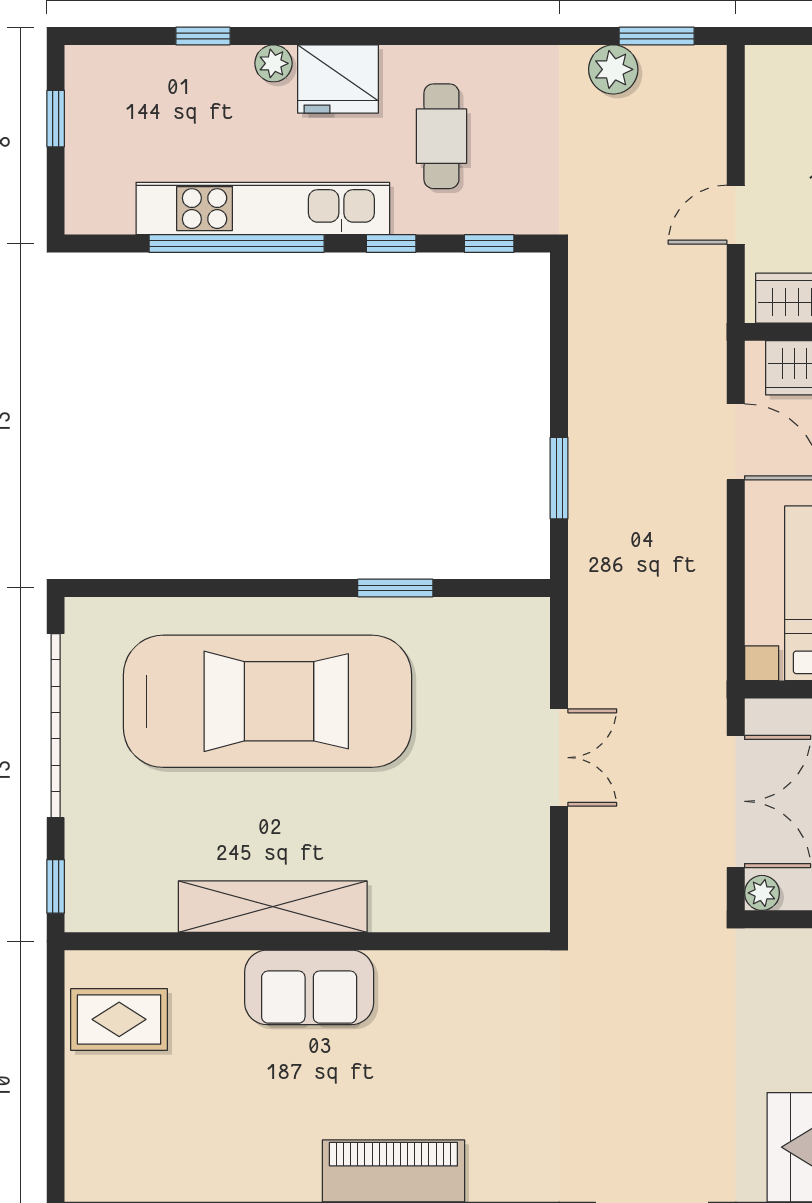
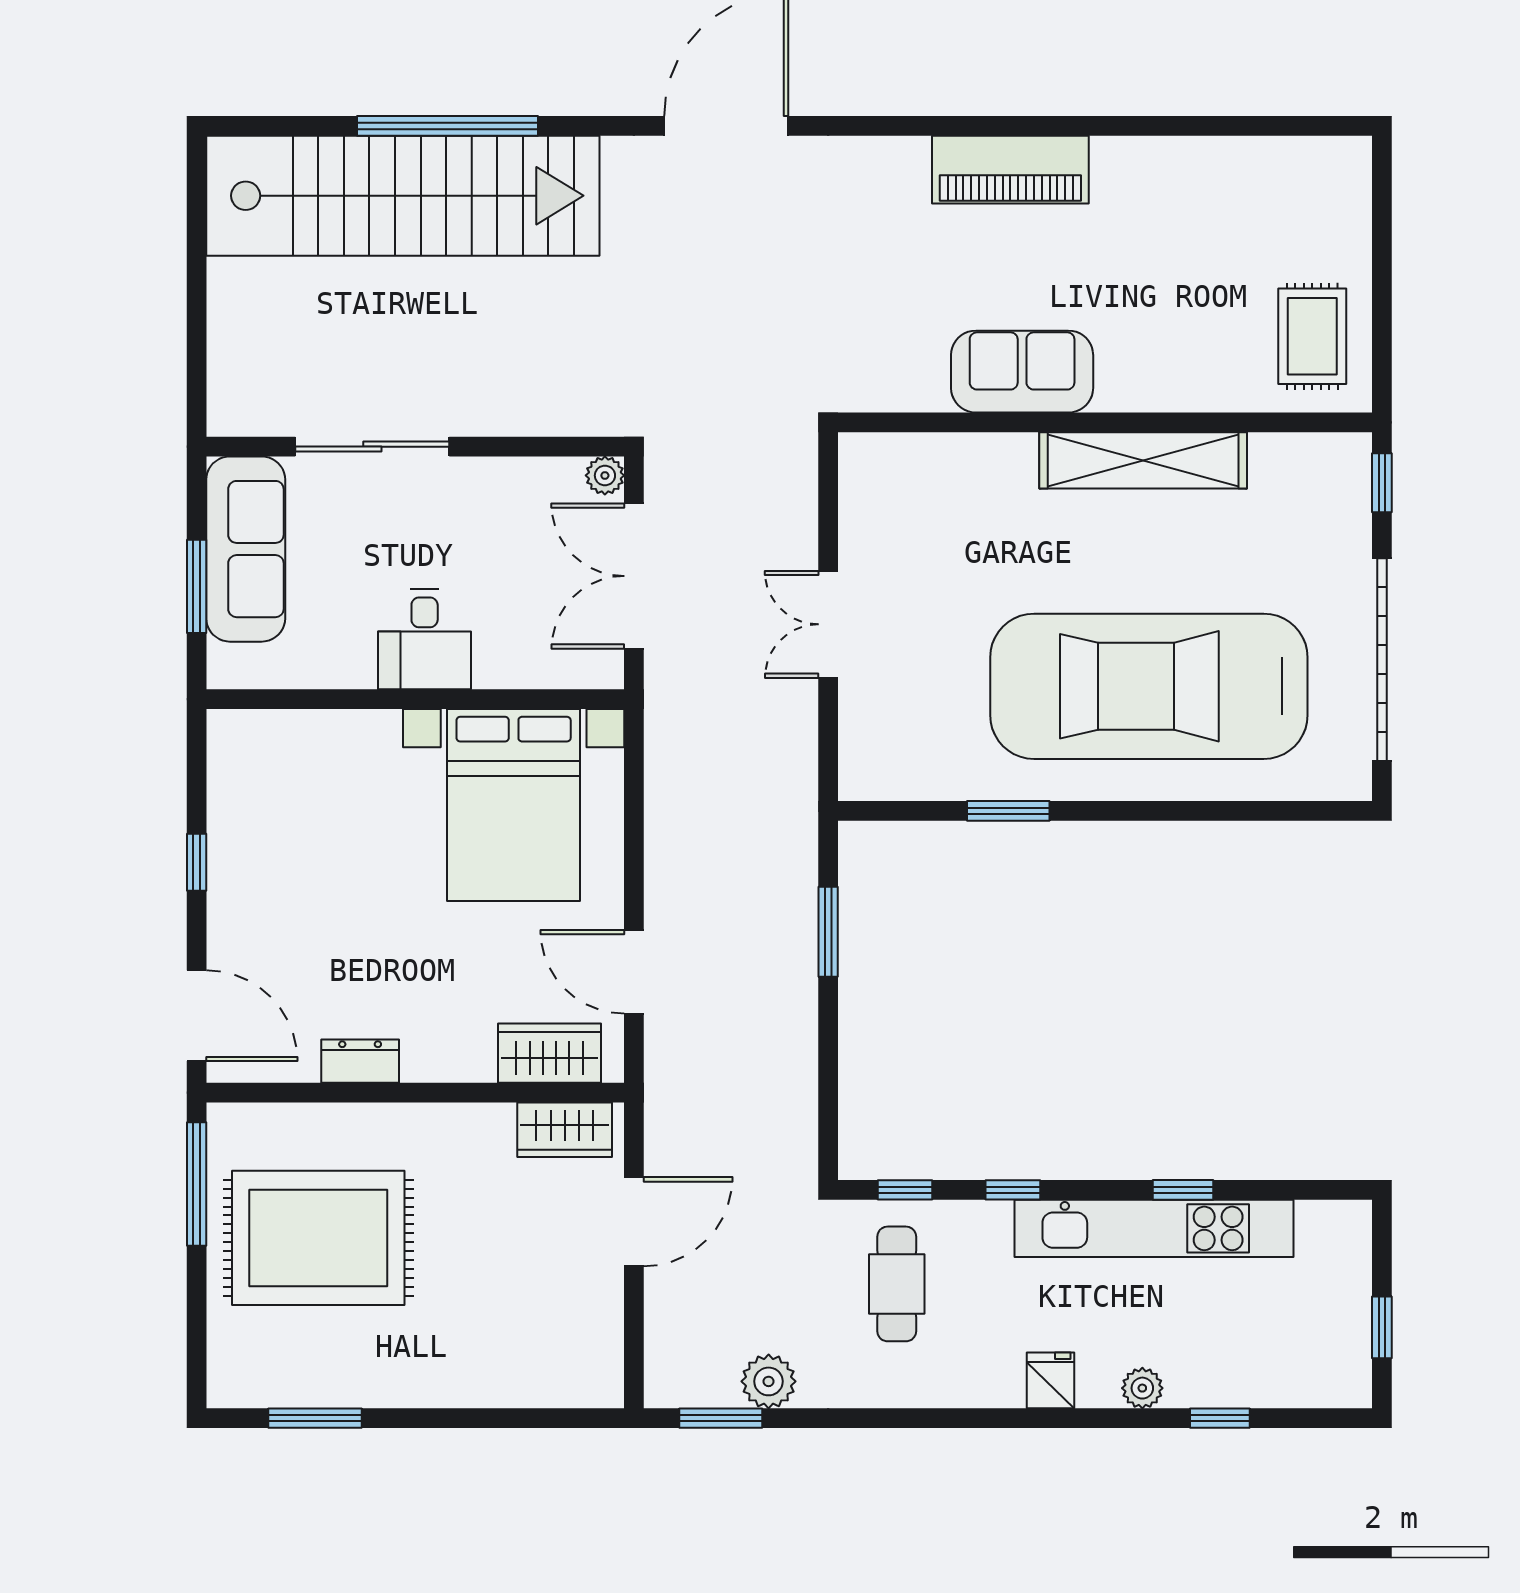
fridge: (338, 79) -> (1051, 1380), width x0.53, depth x0.75
cafe table: (441, 136) -> (897, 1284), moved
door: (736, 215) -> (634, 1222), width x1.38
window: (237, 244) -> (1183, 1190), width x0.32
sofa: (309, 987) -> (1022, 372), moved
rug: (119, 1019) -> (1312, 336), turned 90

